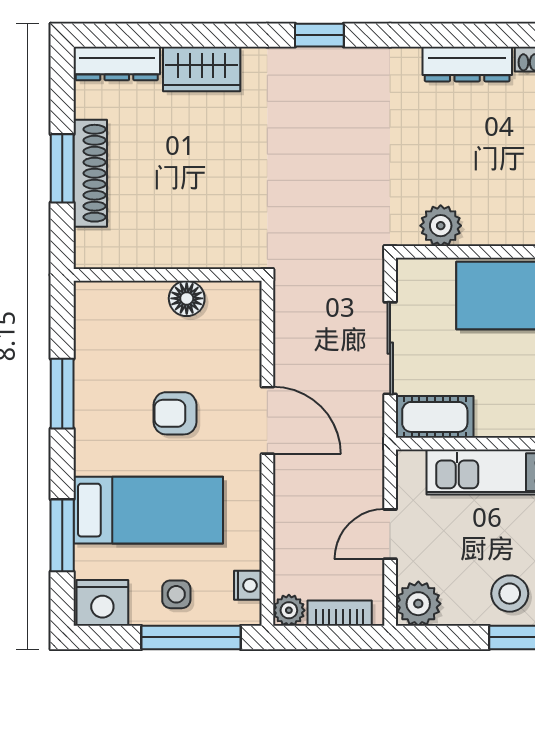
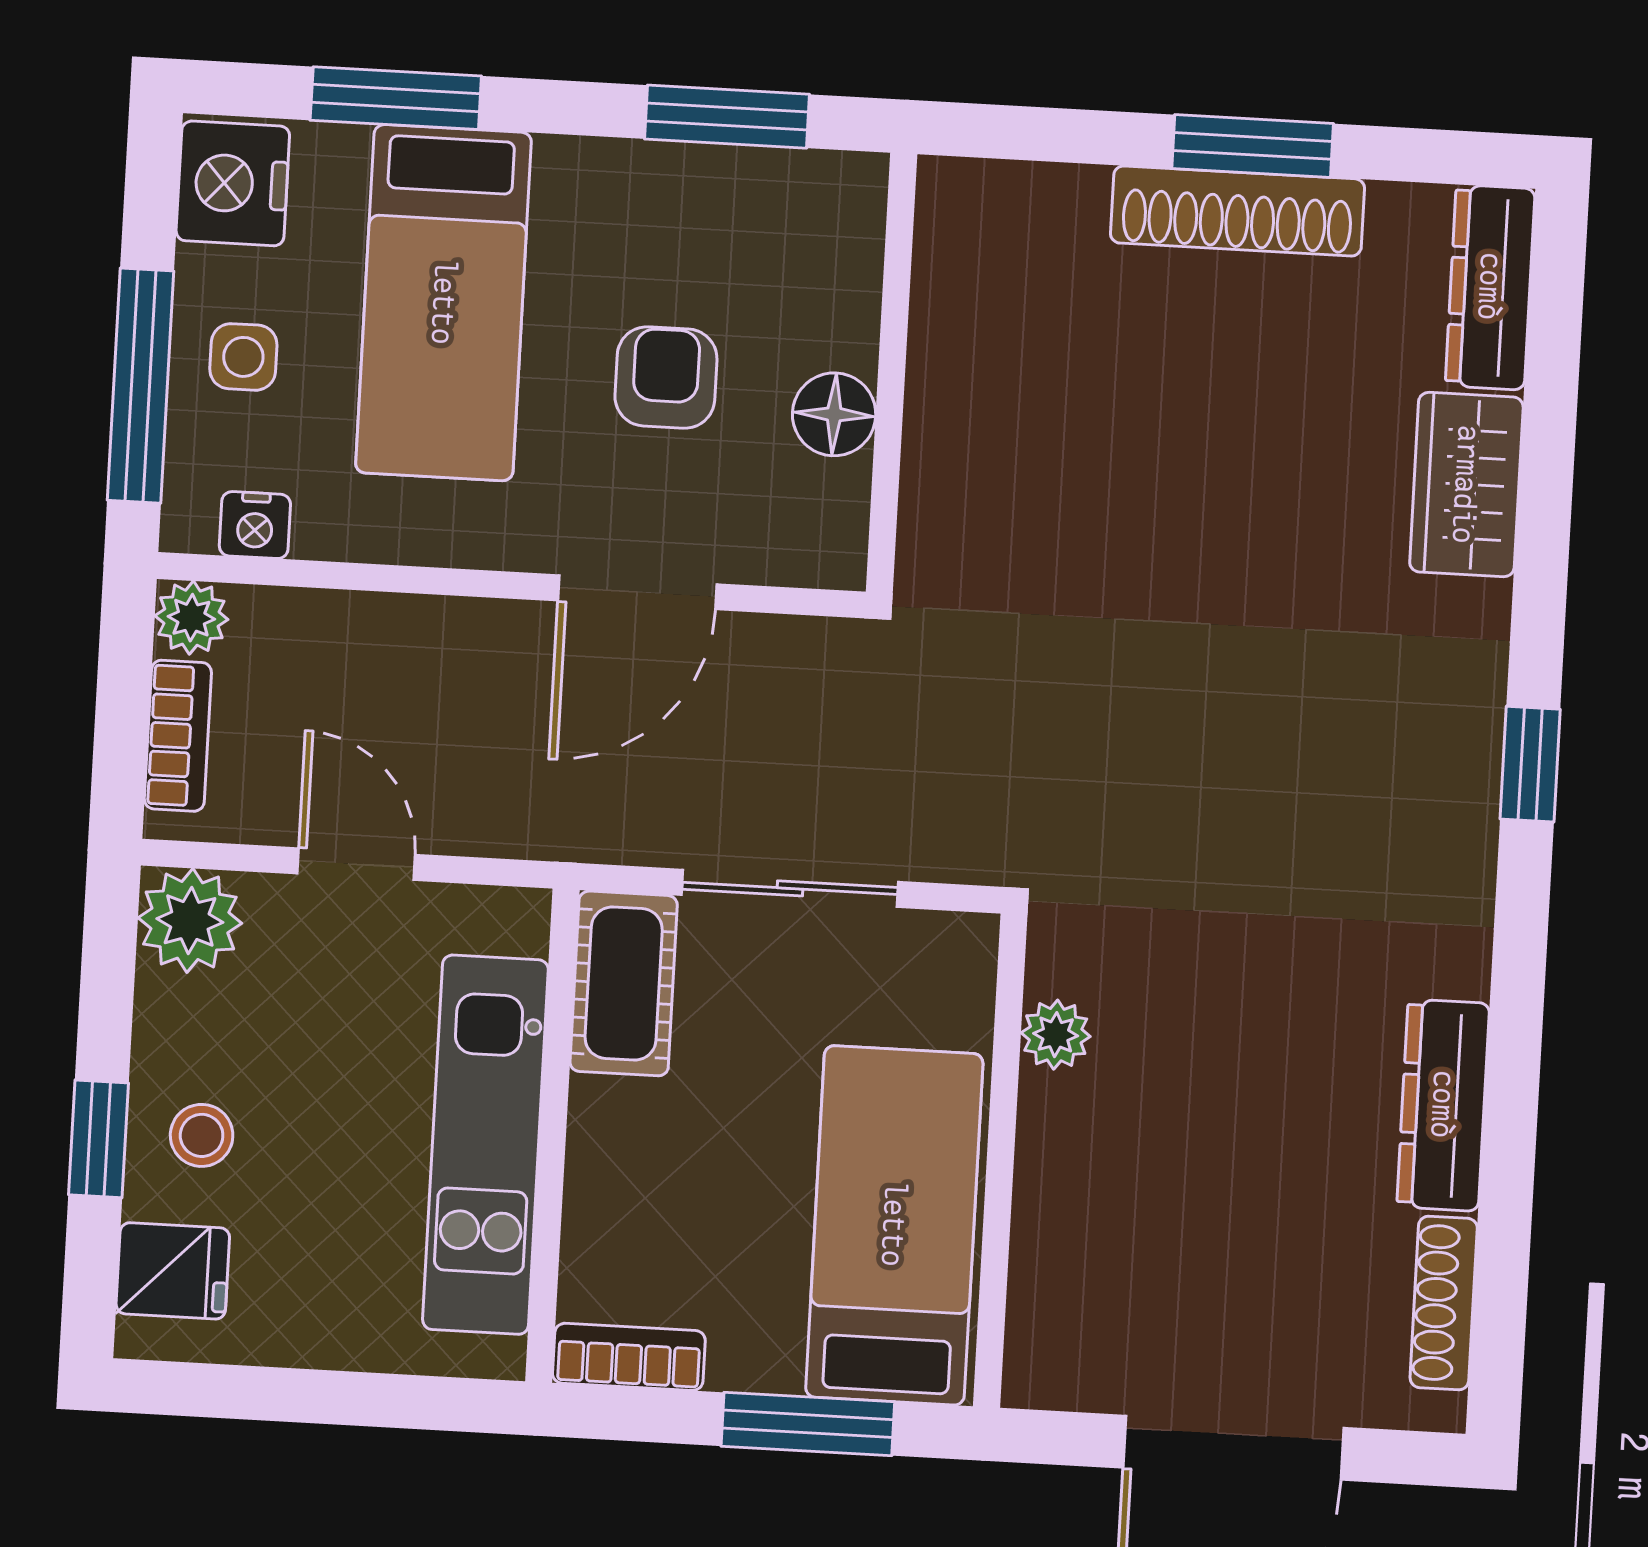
plant: (441, 226) -> (1056, 1035), width x0.73, depth x0.73
wall: (168, 275) -> (892, 373), moved
floor lamp: (187, 298) -> (834, 414), moved
stool: (510, 594) -> (202, 1135), width x0.73, depth x0.73

